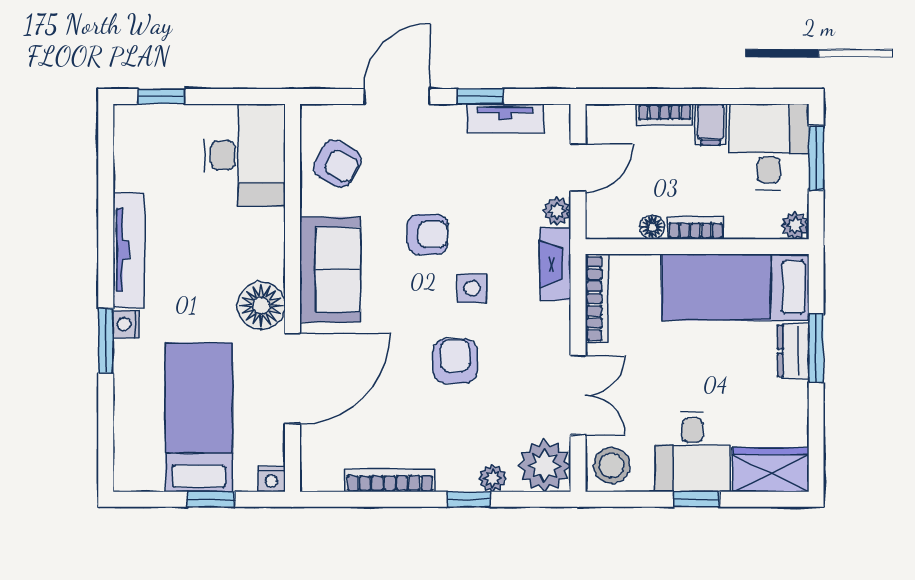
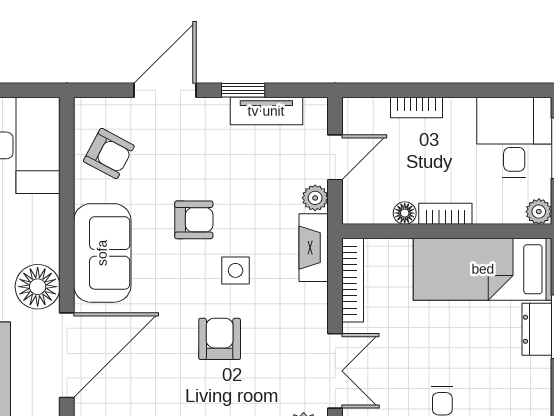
filing cabinet: (711, 124) -> (460, 117), removed

